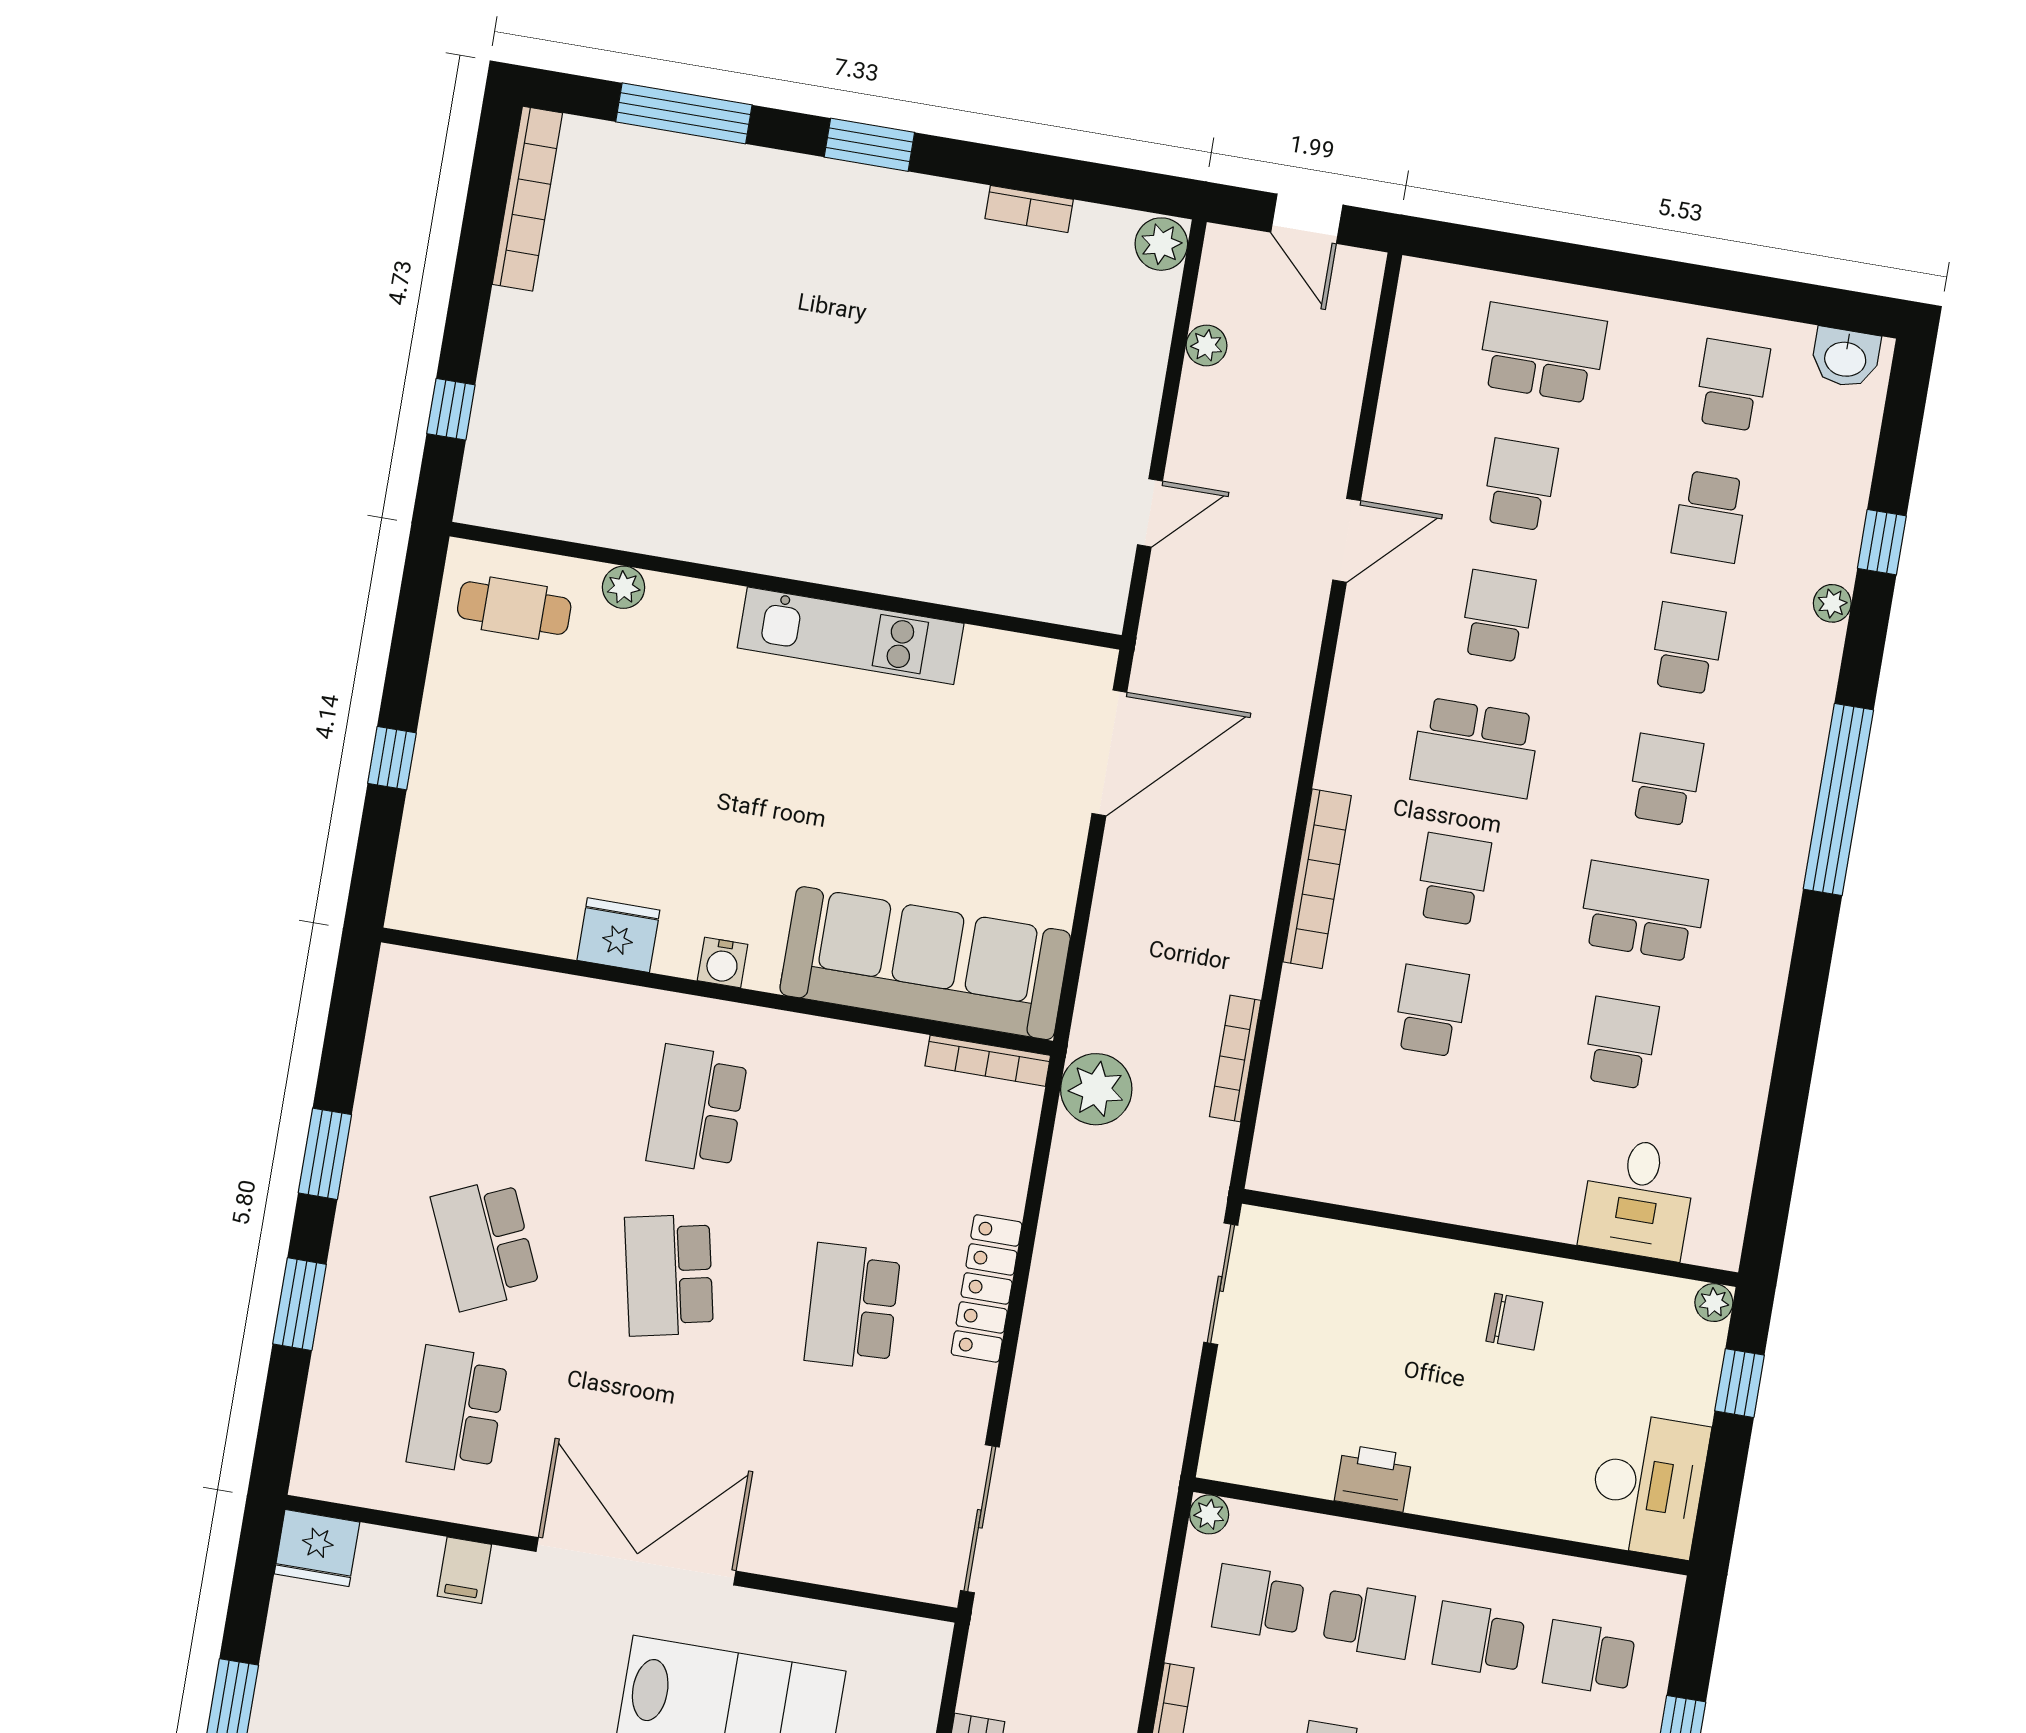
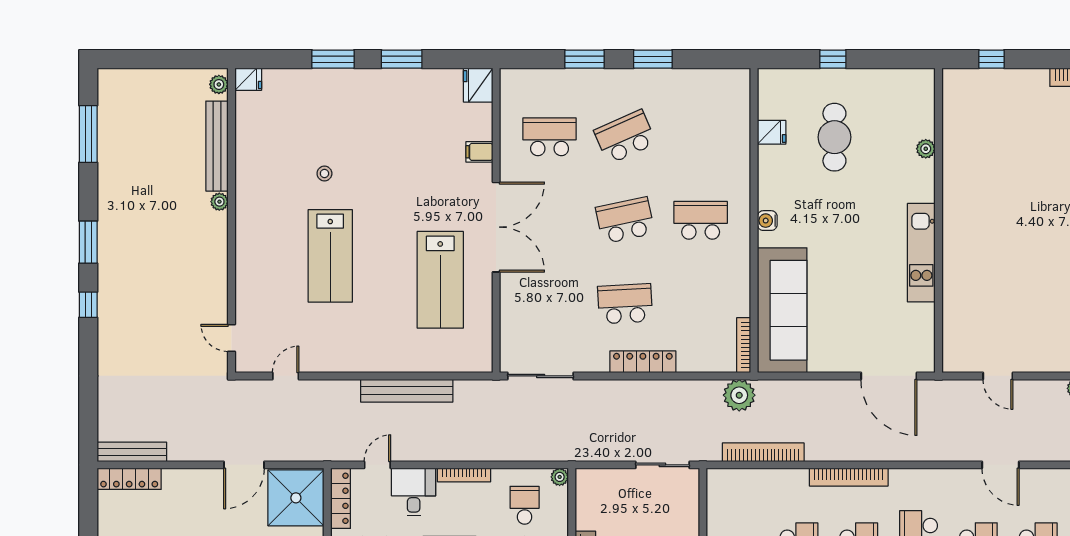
cafe table: (514, 608) -> (834, 137), moved, width x1.37, depth x1.35
fridge: (618, 935) -> (772, 132), moved, width x0.72
bookcase: (1235, 1058) -> (763, 452), width x1.48, depth x1.31

